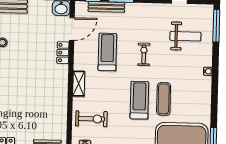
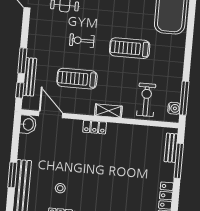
locker: (63, 53) -> (95, 127), moved
exercise mat: (164, 99) -> (130, 23), removed

